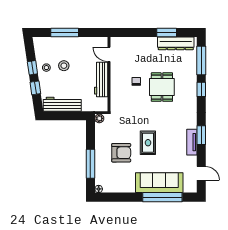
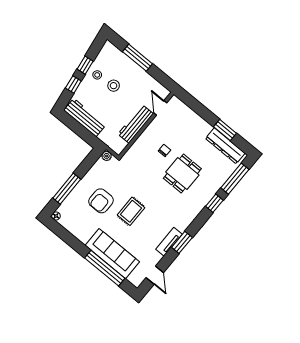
armchair: (121, 153) -> (101, 201), turned 90

